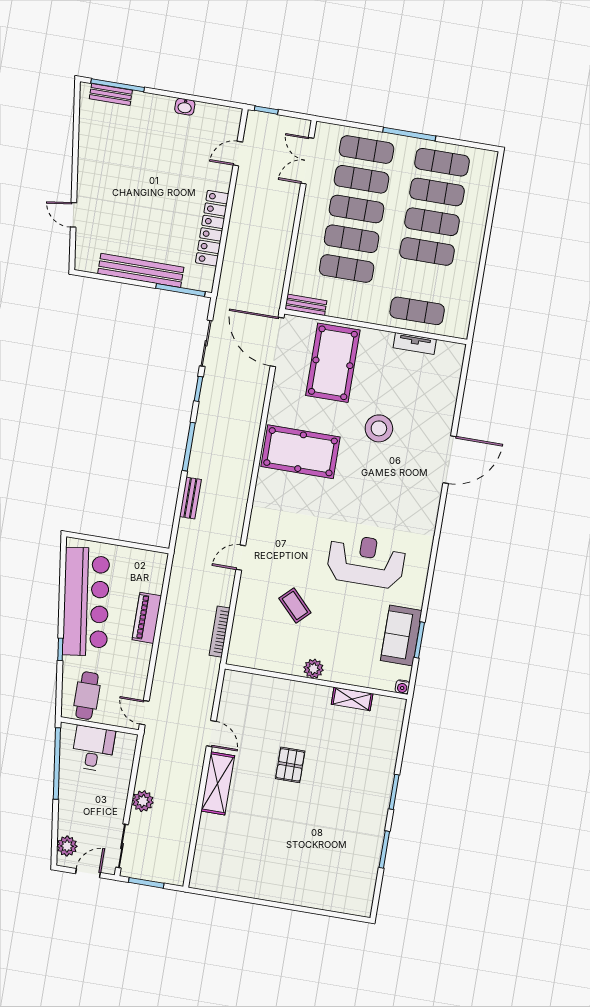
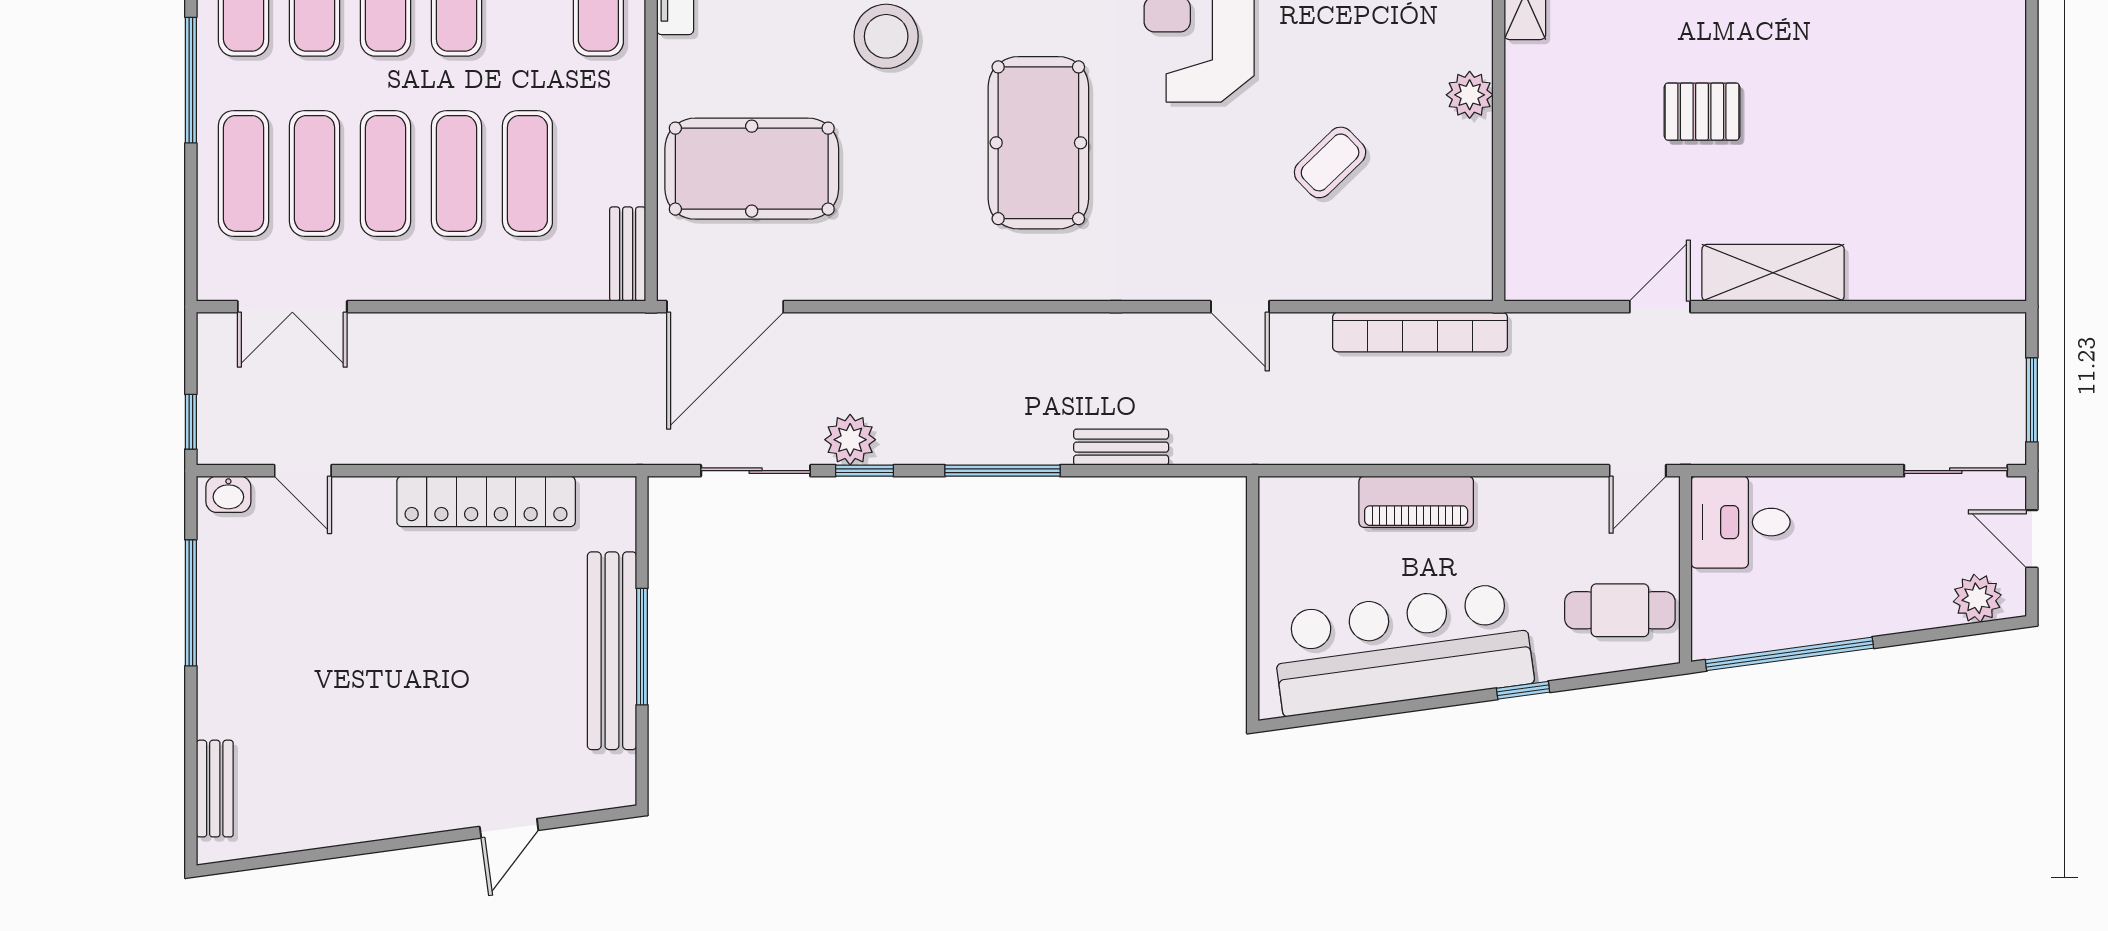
window: (118, 85) -> (191, 603), moved
washbasin: (185, 107) -> (228, 494), moved, turned 90
window: (180, 290) -> (642, 647), moved
pool table: (301, 452) -> (1038, 143), moved
bookcase: (220, 632) -> (1420, 332), width x1.48, depth x1.31
desk: (93, 748) -> (1741, 522), moved
plant: (143, 801) -> (850, 440), moved

